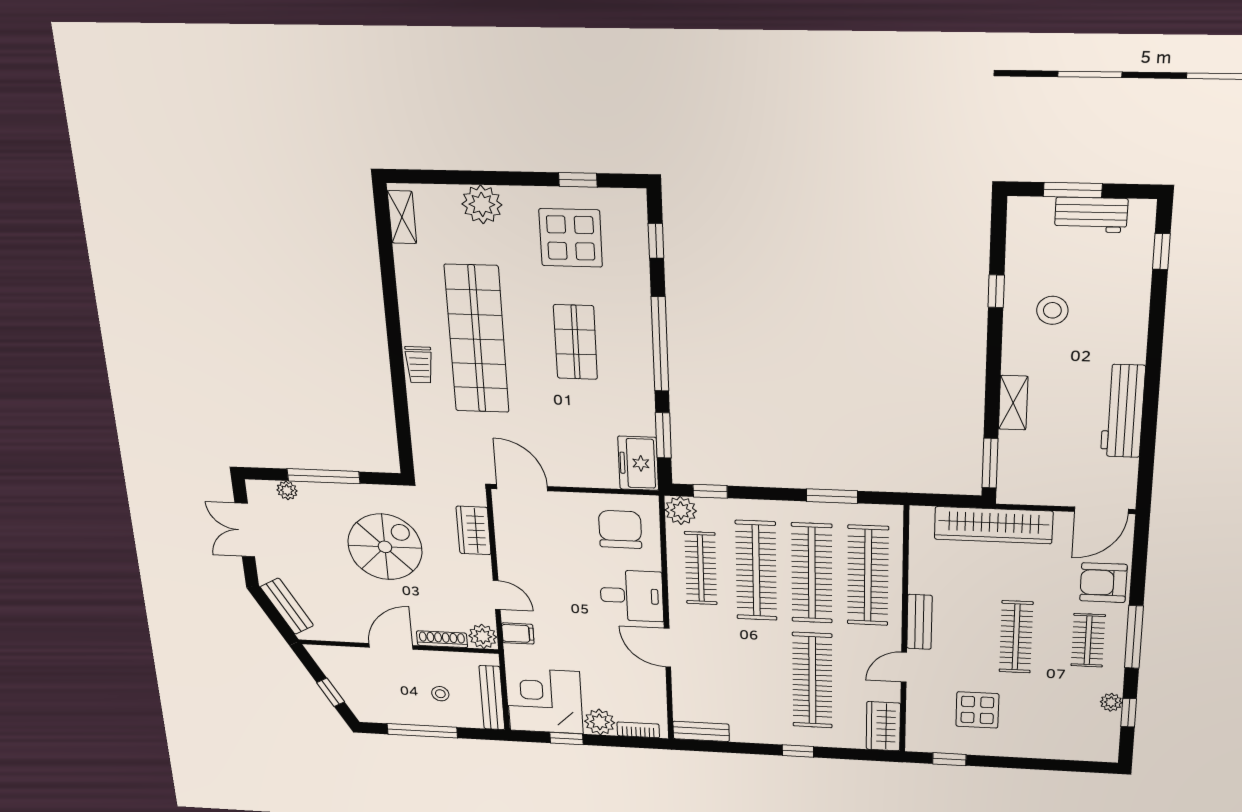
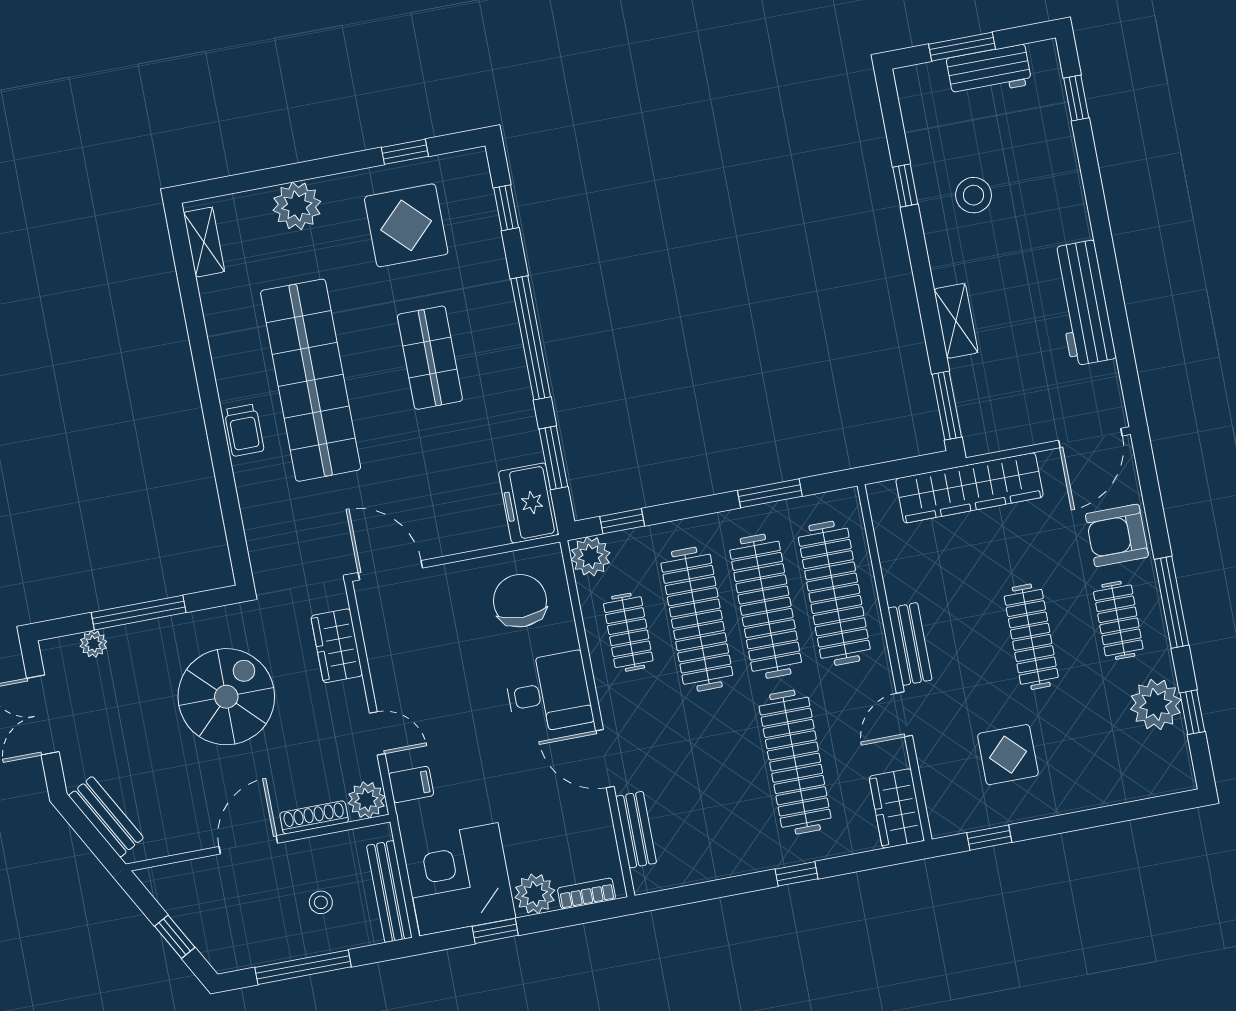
clothes rail: (701, 568) -> (628, 632), width x0.73
plant: (1111, 702) -> (1156, 704), width x1.87, depth x1.87
bench: (701, 731) -> (636, 830), moved, turned 90

